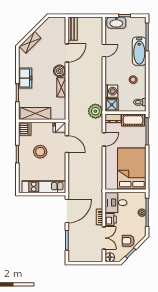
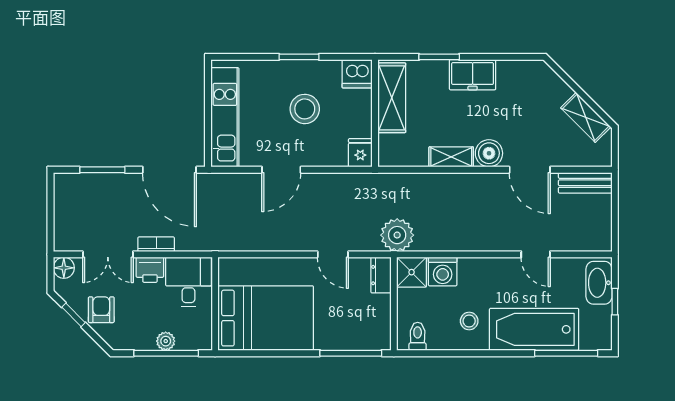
shelving: (30, 42) -> (586, 117), moved
bathtub: (139, 51) -> (534, 329), width x1.36, depth x1.36
cot: (133, 120) -> (377, 321), removed
door: (67, 144) -> (281, 170), moved

